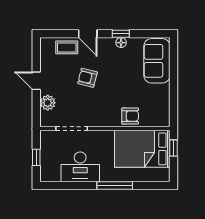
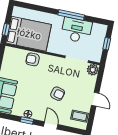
coffee table: (67, 47) -> (79, 116), moved
plant: (48, 103) -> (93, 70), moved
window: (115, 185) -> (71, 15), moved

